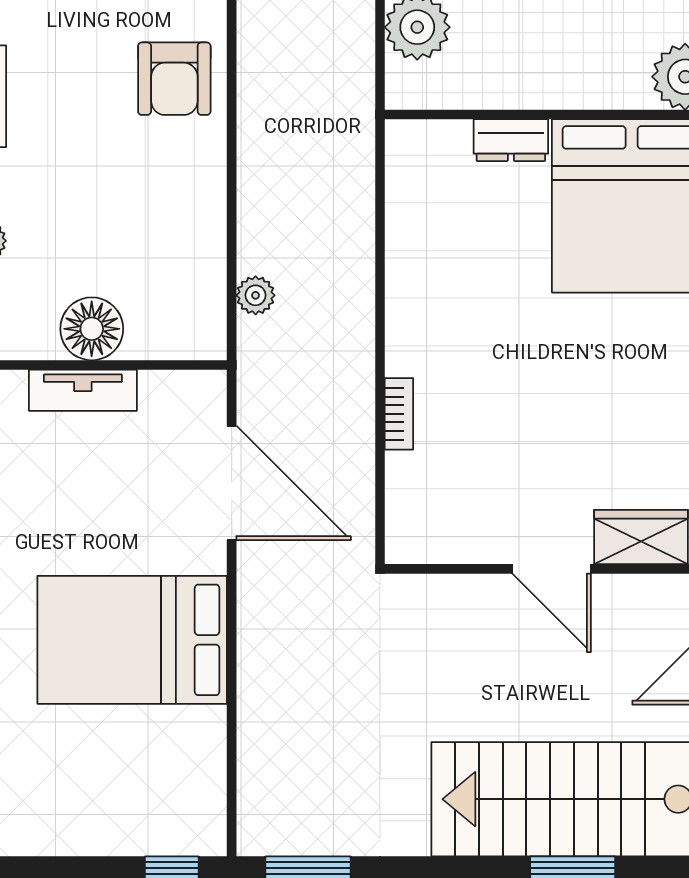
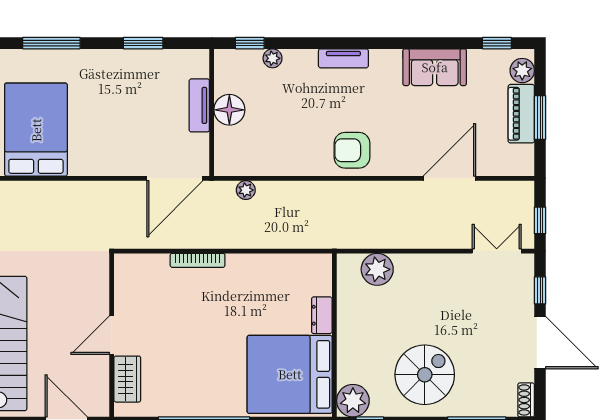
bookcase: (399, 414) -> (198, 260), width x1.56
door: (232, 483) -> (175, 178), moved
bed: (132, 640) -> (36, 130), moved

